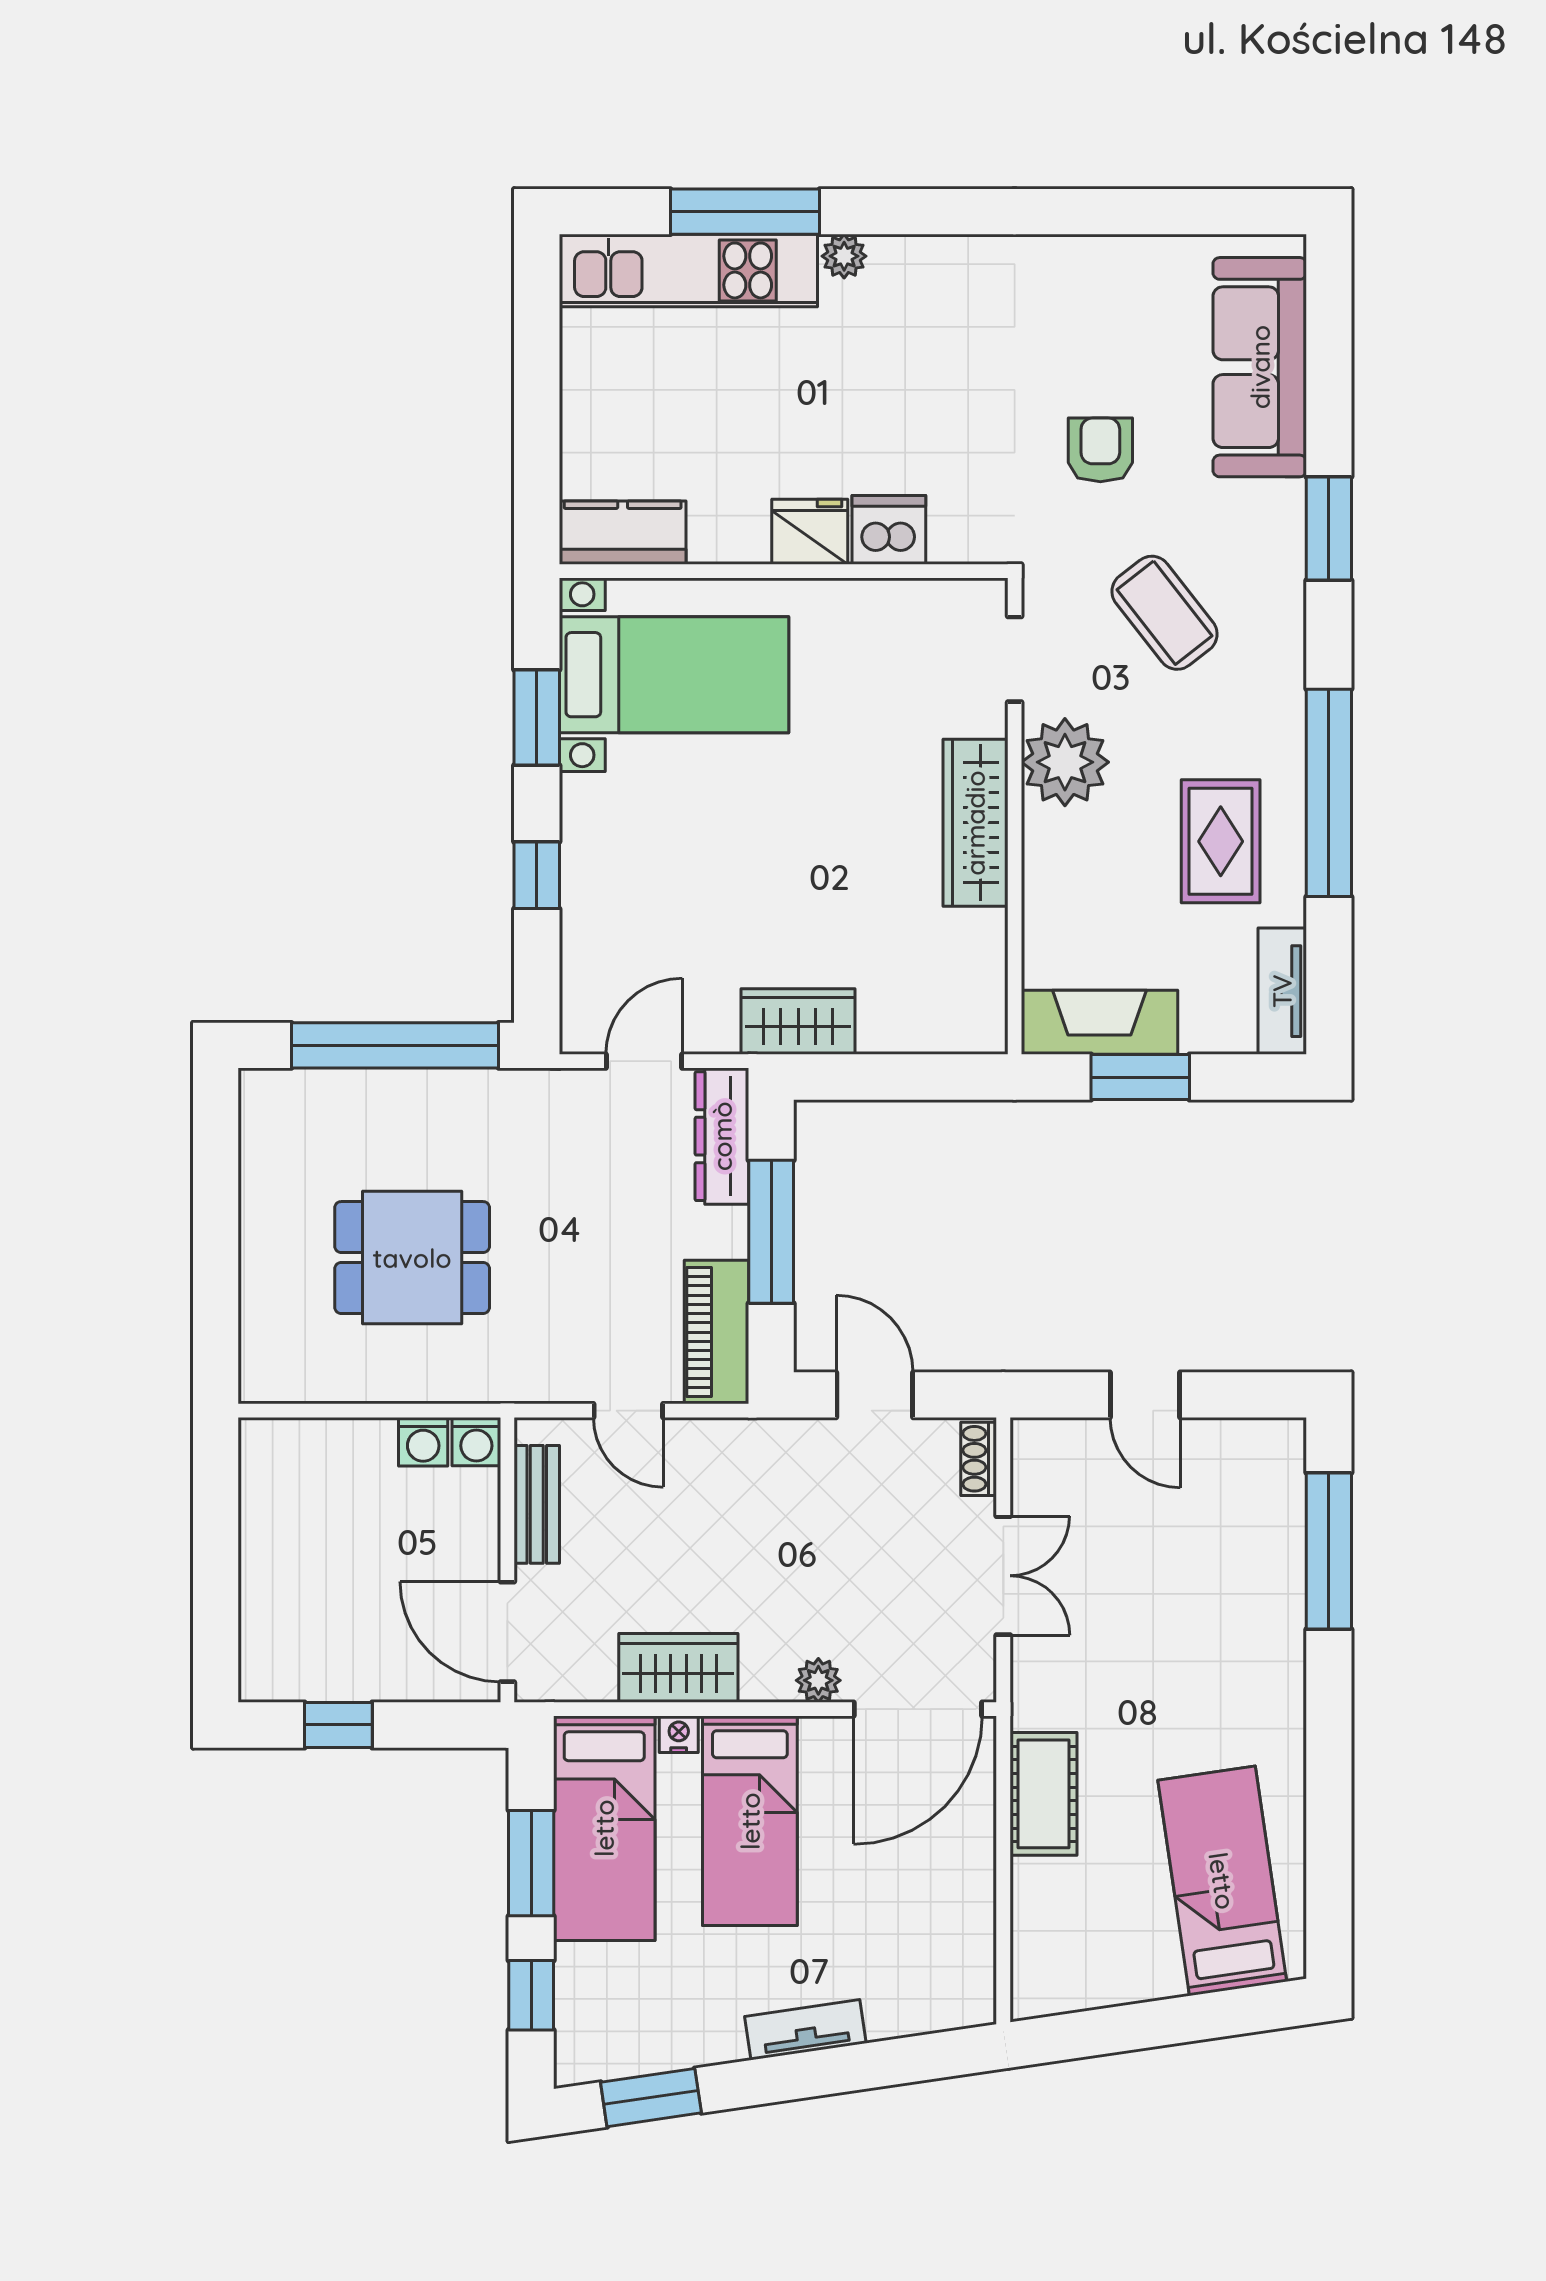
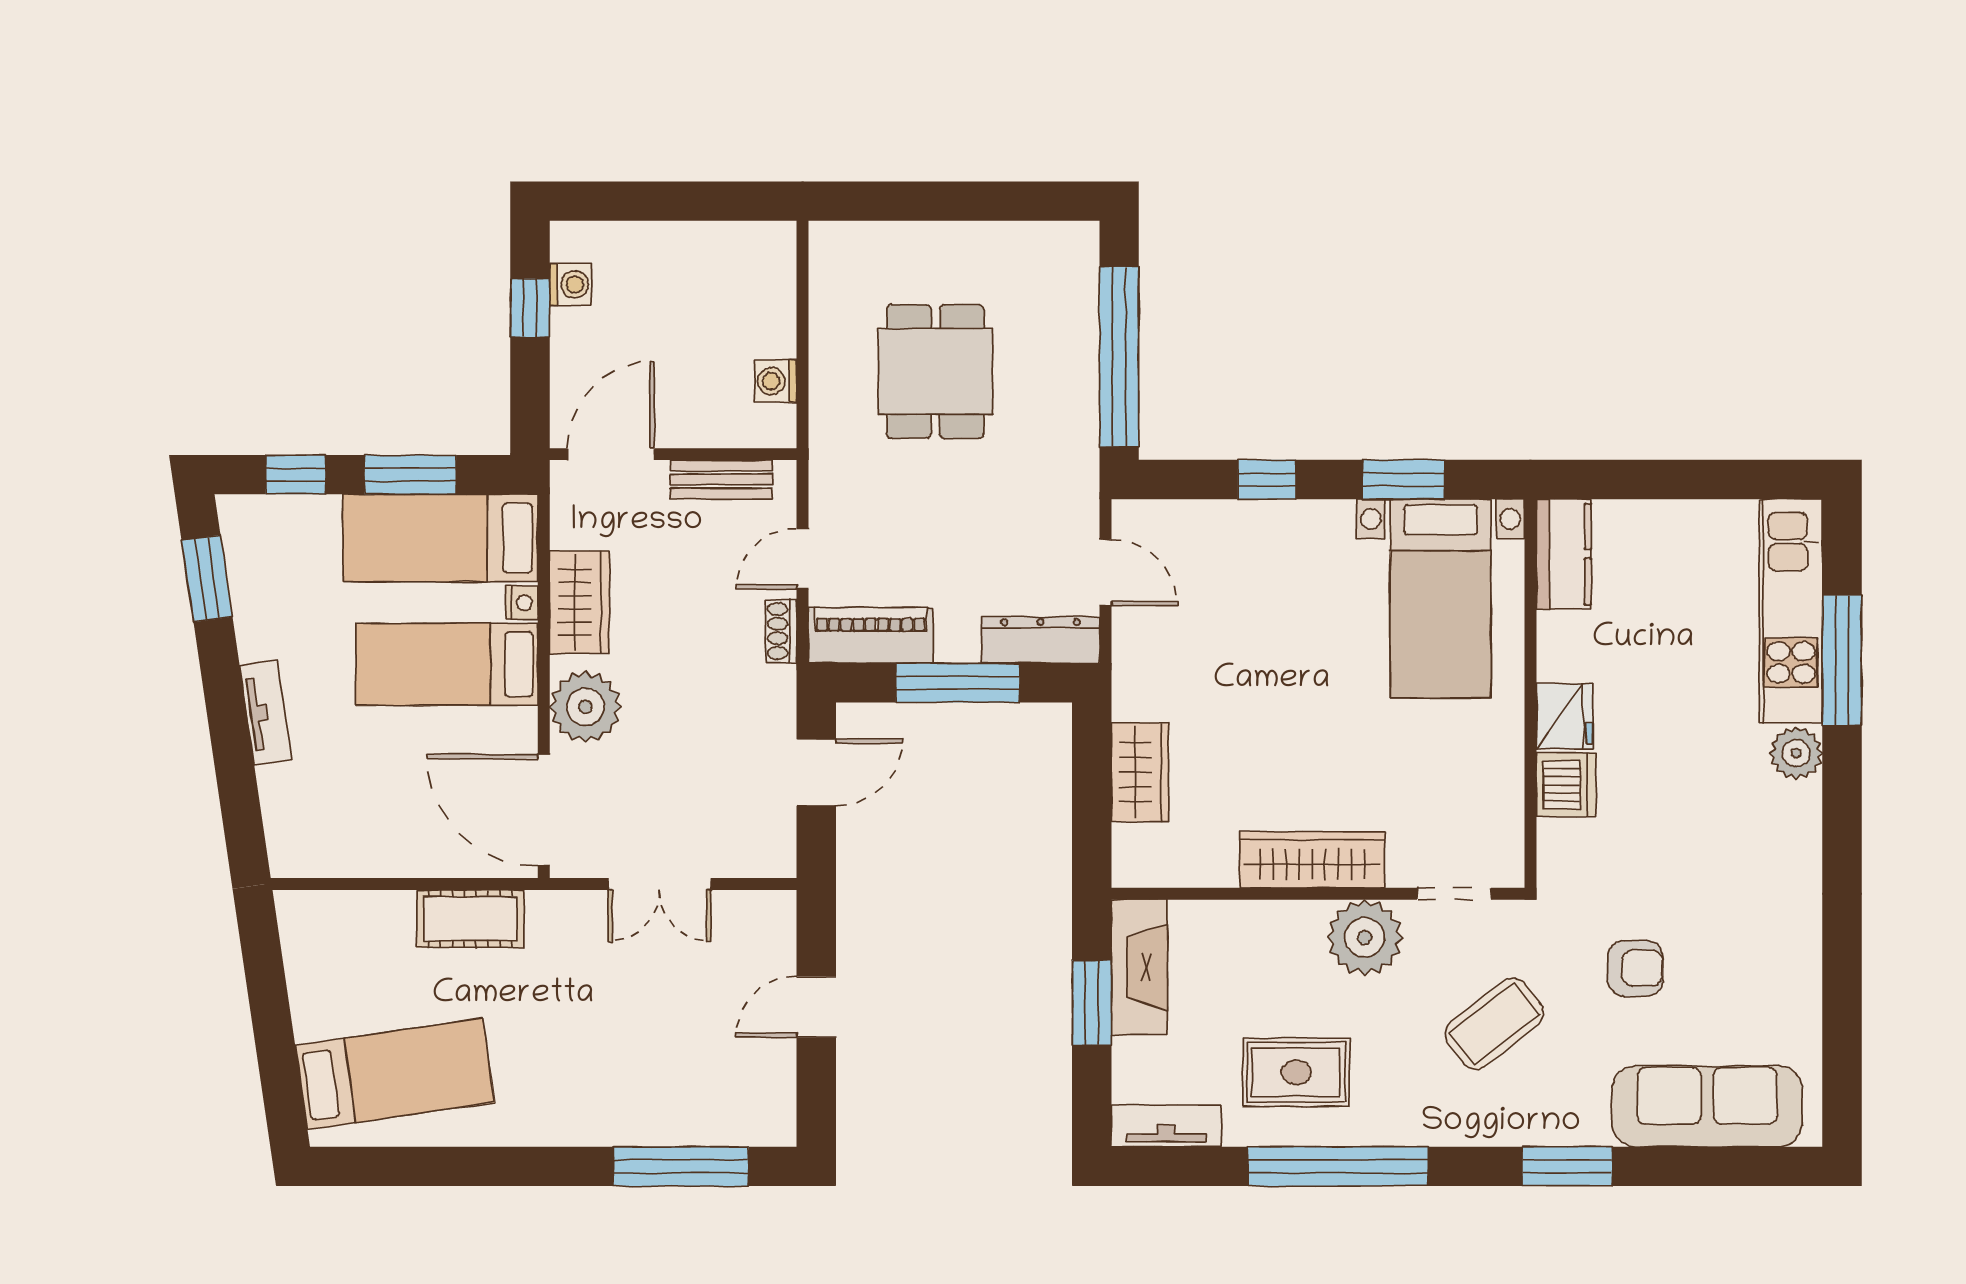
plant: (844, 256) -> (1796, 753), width x1.38, depth x1.38
wardrobe: (798, 1021) -> (1140, 772), moved
washing machine: (476, 1442) -> (571, 284), moved, turned 180
shoe rack: (979, 1459) -> (781, 631), moved, turned -90
plant: (818, 1680) -> (585, 707), width x1.88, depth x1.88

